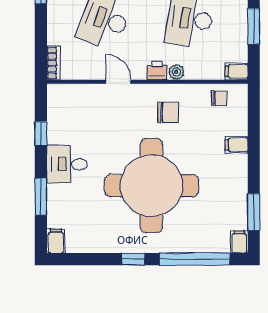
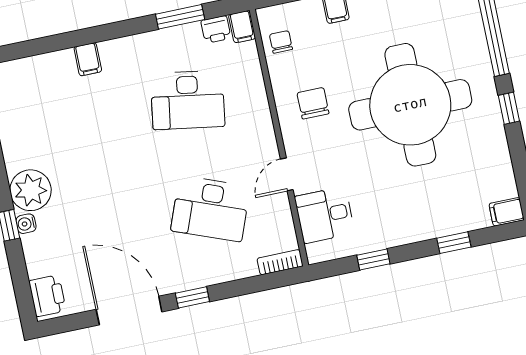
printer: (157, 71) -> (216, 29), moved, turned -90
plant: (176, 72) -> (259, 103), removed
desk: (67, 164) -> (325, 215), moved, turned 90
window: (41, 197) -> (454, 243), width x0.67

